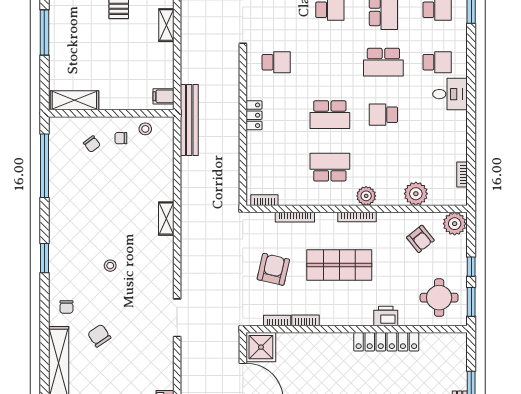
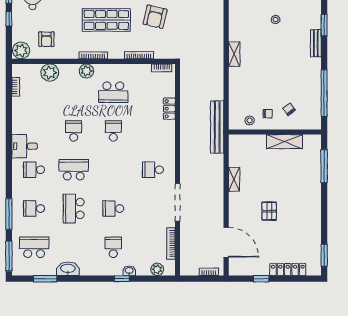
shelving: (166, 25) -> (234, 179), moved
window: (44, 32) -> (324, 166), moved
filing cabinet: (163, 96) -> (236, 145), removed
shelving: (74, 100) -> (284, 142), moved
locker: (254, 115) -> (169, 109), moved
school desk: (330, 115) -> (113, 131), width x0.54
school desk: (383, 115) -> (74, 131), turned -90
bench: (56, 233) -> (316, 43), added
armchair: (420, 239) -> (46, 39), turned -141

